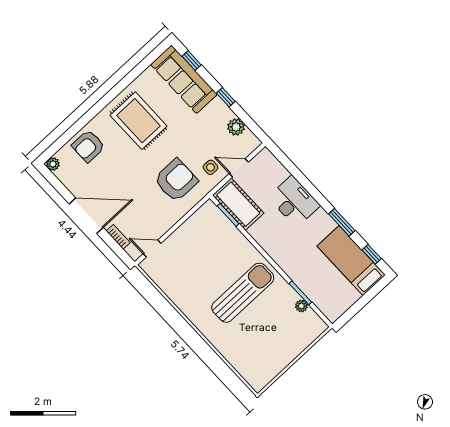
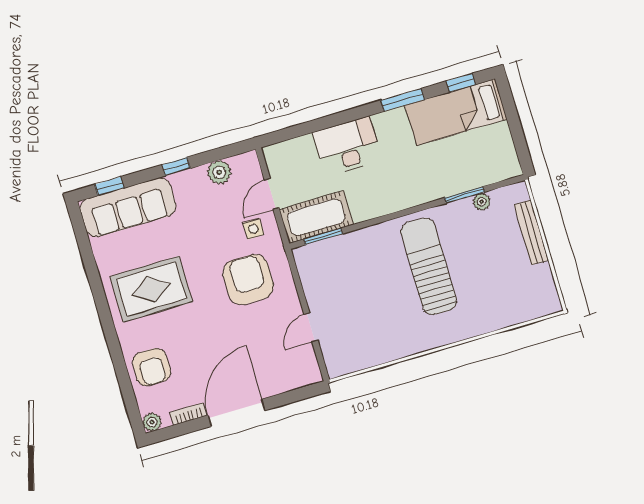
bookcase: (118, 237) -> (188, 414), moved
door: (152, 248) -> (311, 327), moved
bench: (298, 348) -> (531, 232), added

